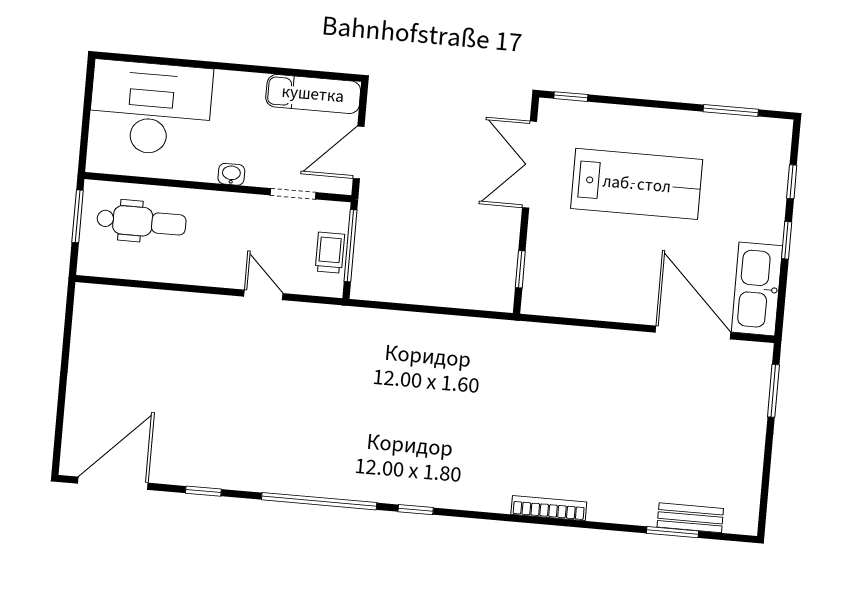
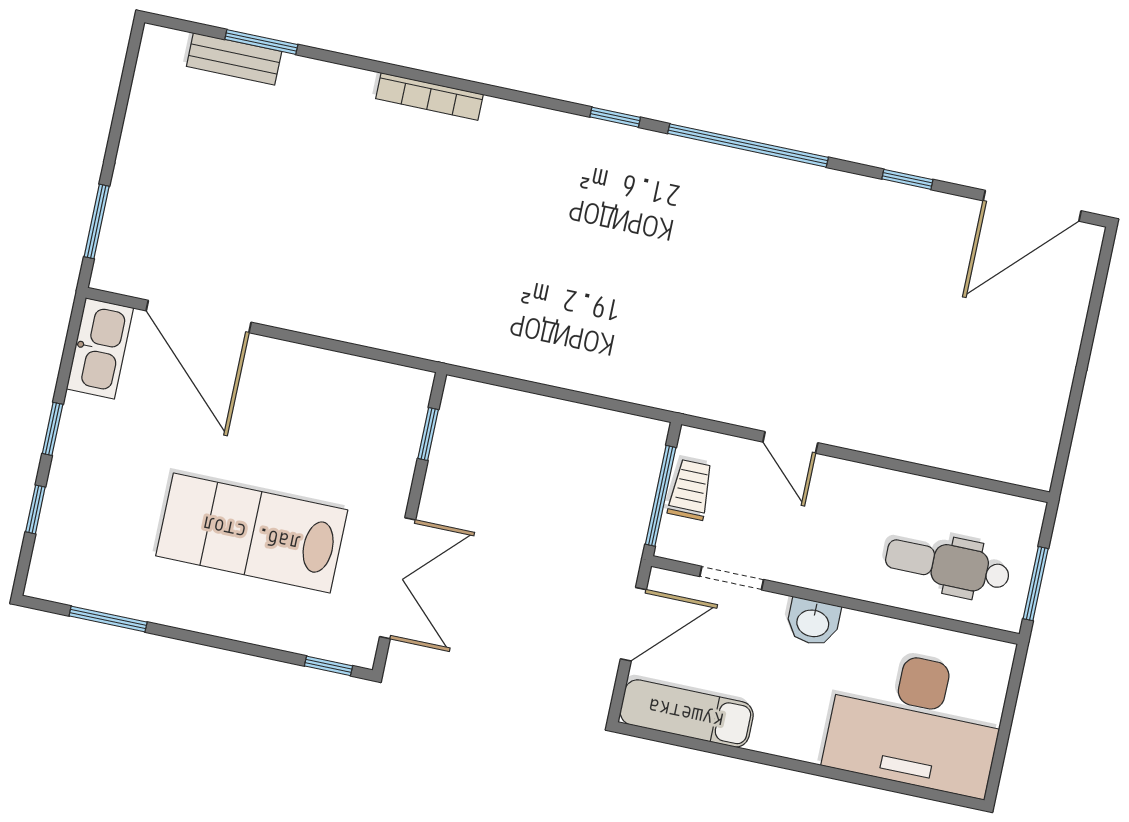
washbasin: (231, 174) -> (813, 622), width x1.38, depth x1.45
trolley: (330, 253) -> (691, 490), turned 180
kitchen sink: (757, 289) -> (100, 348), width x0.73, depth x0.81

